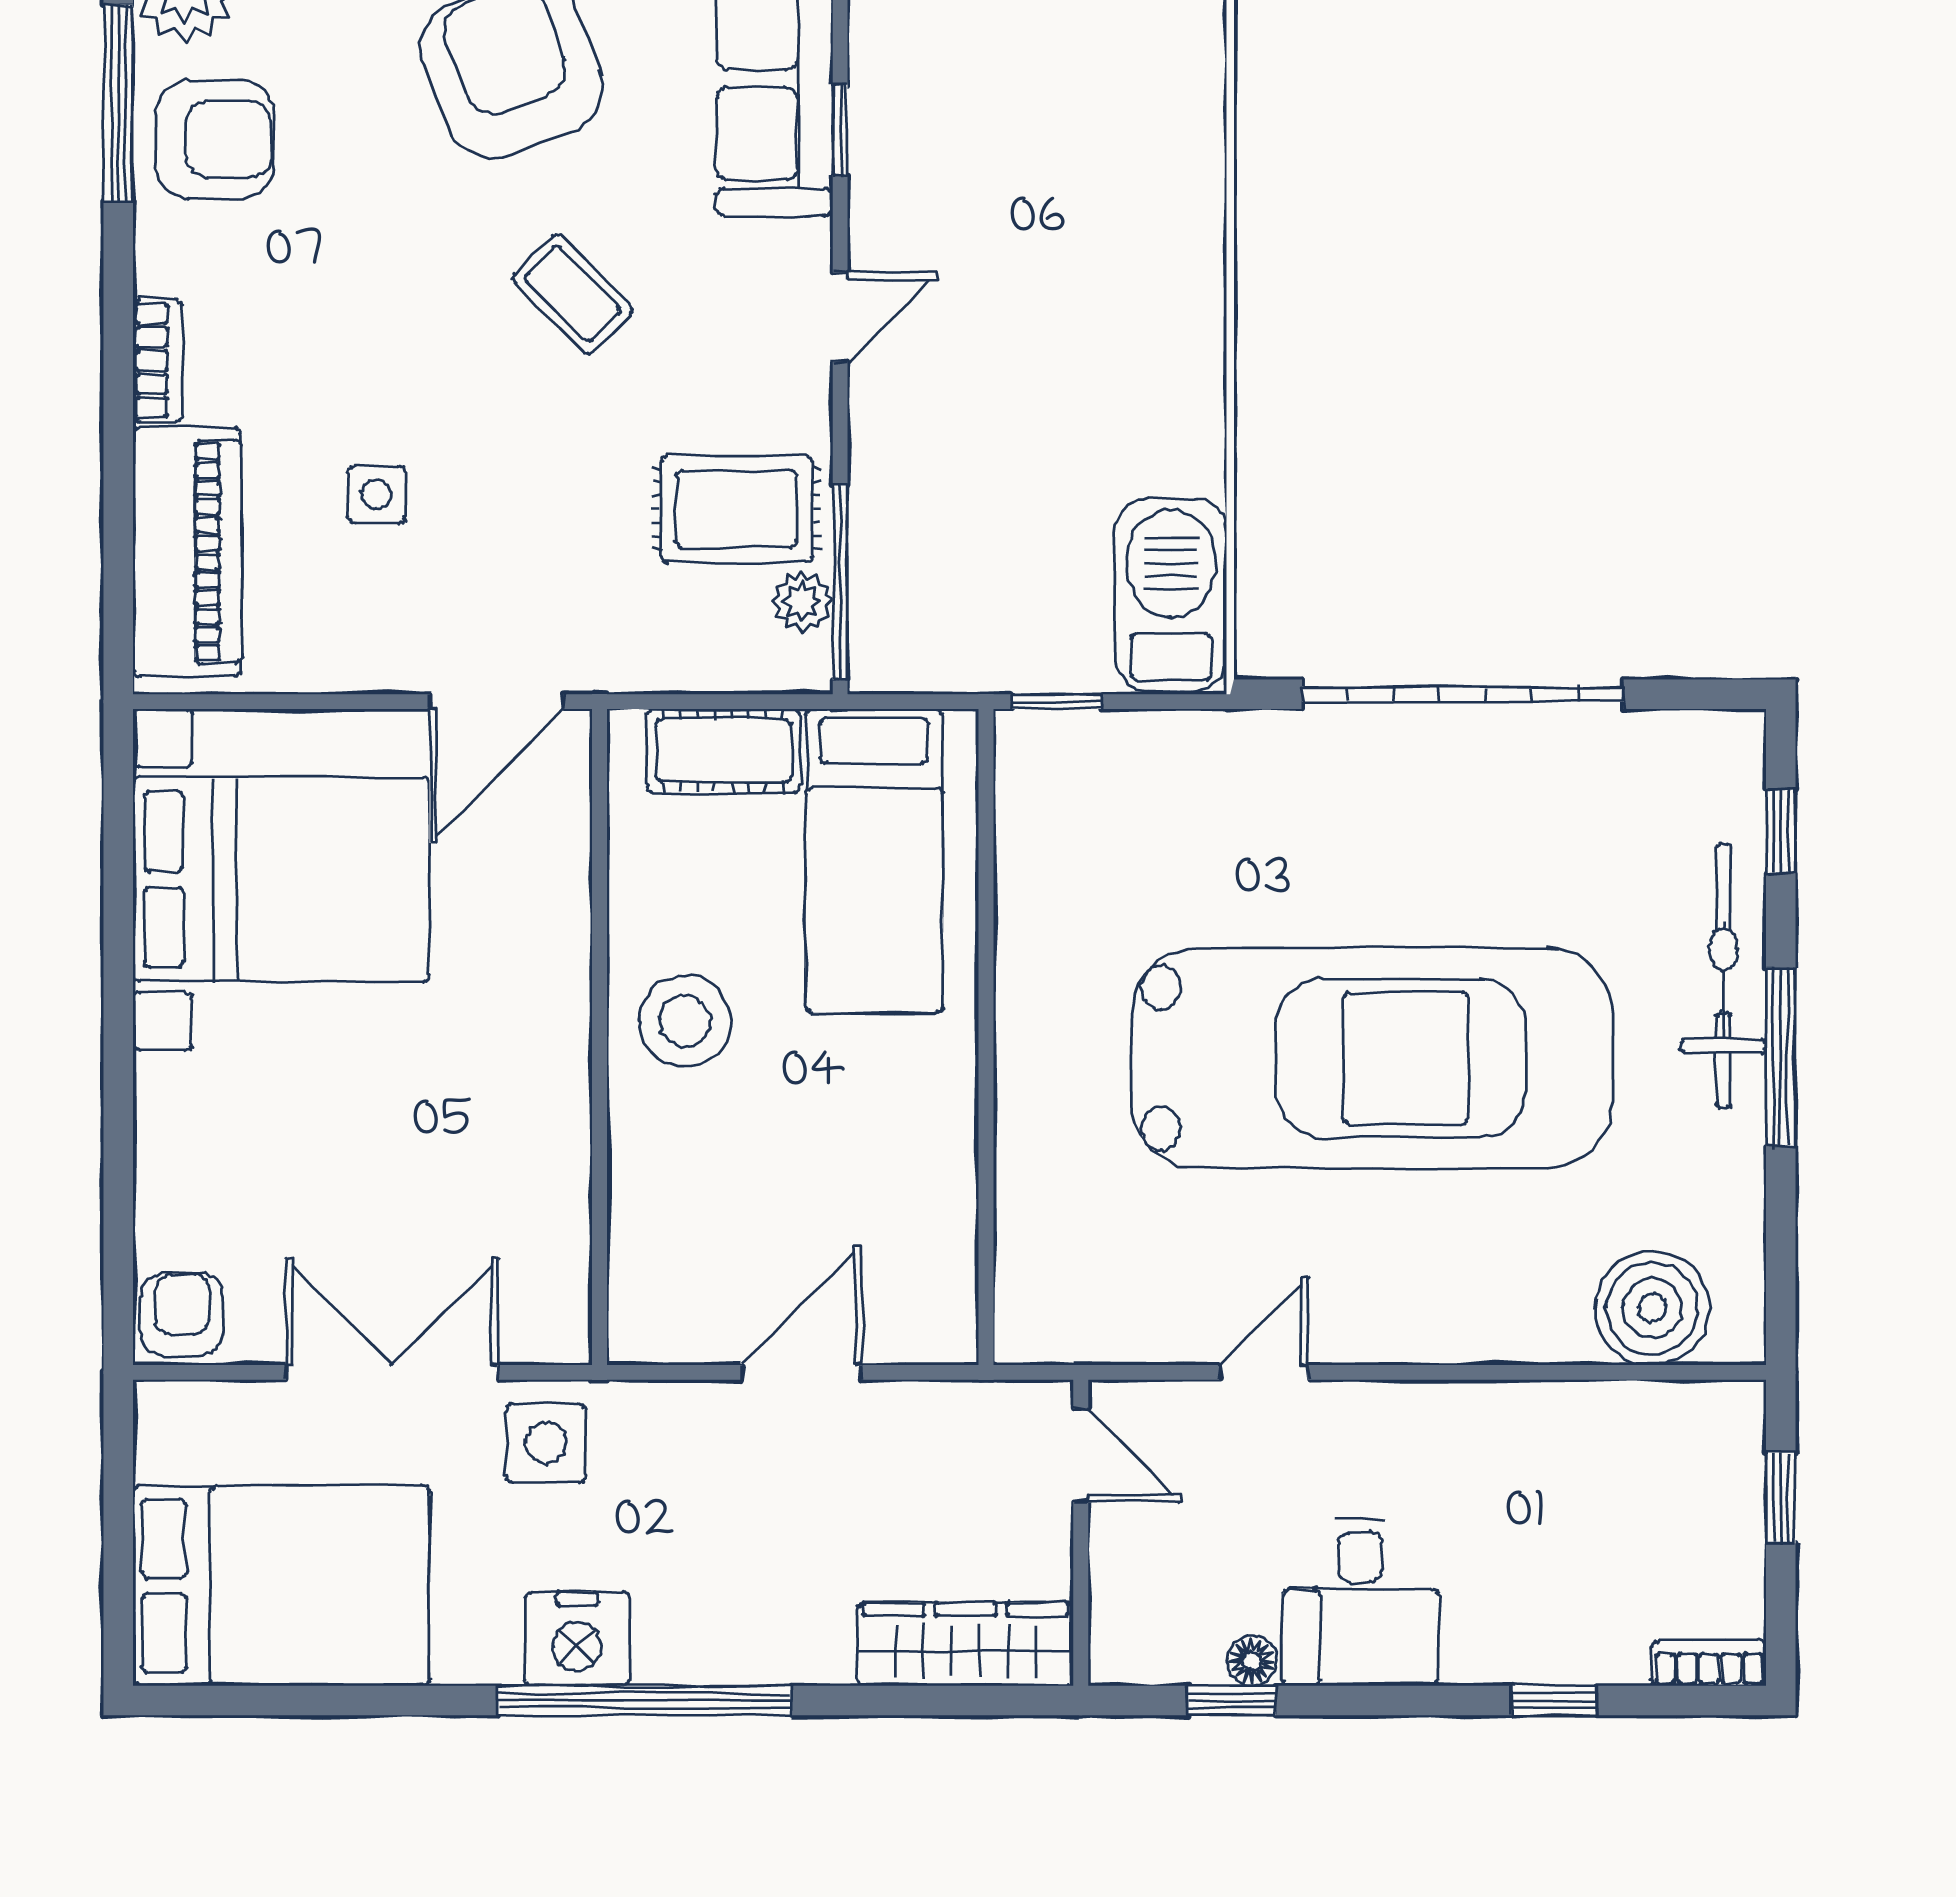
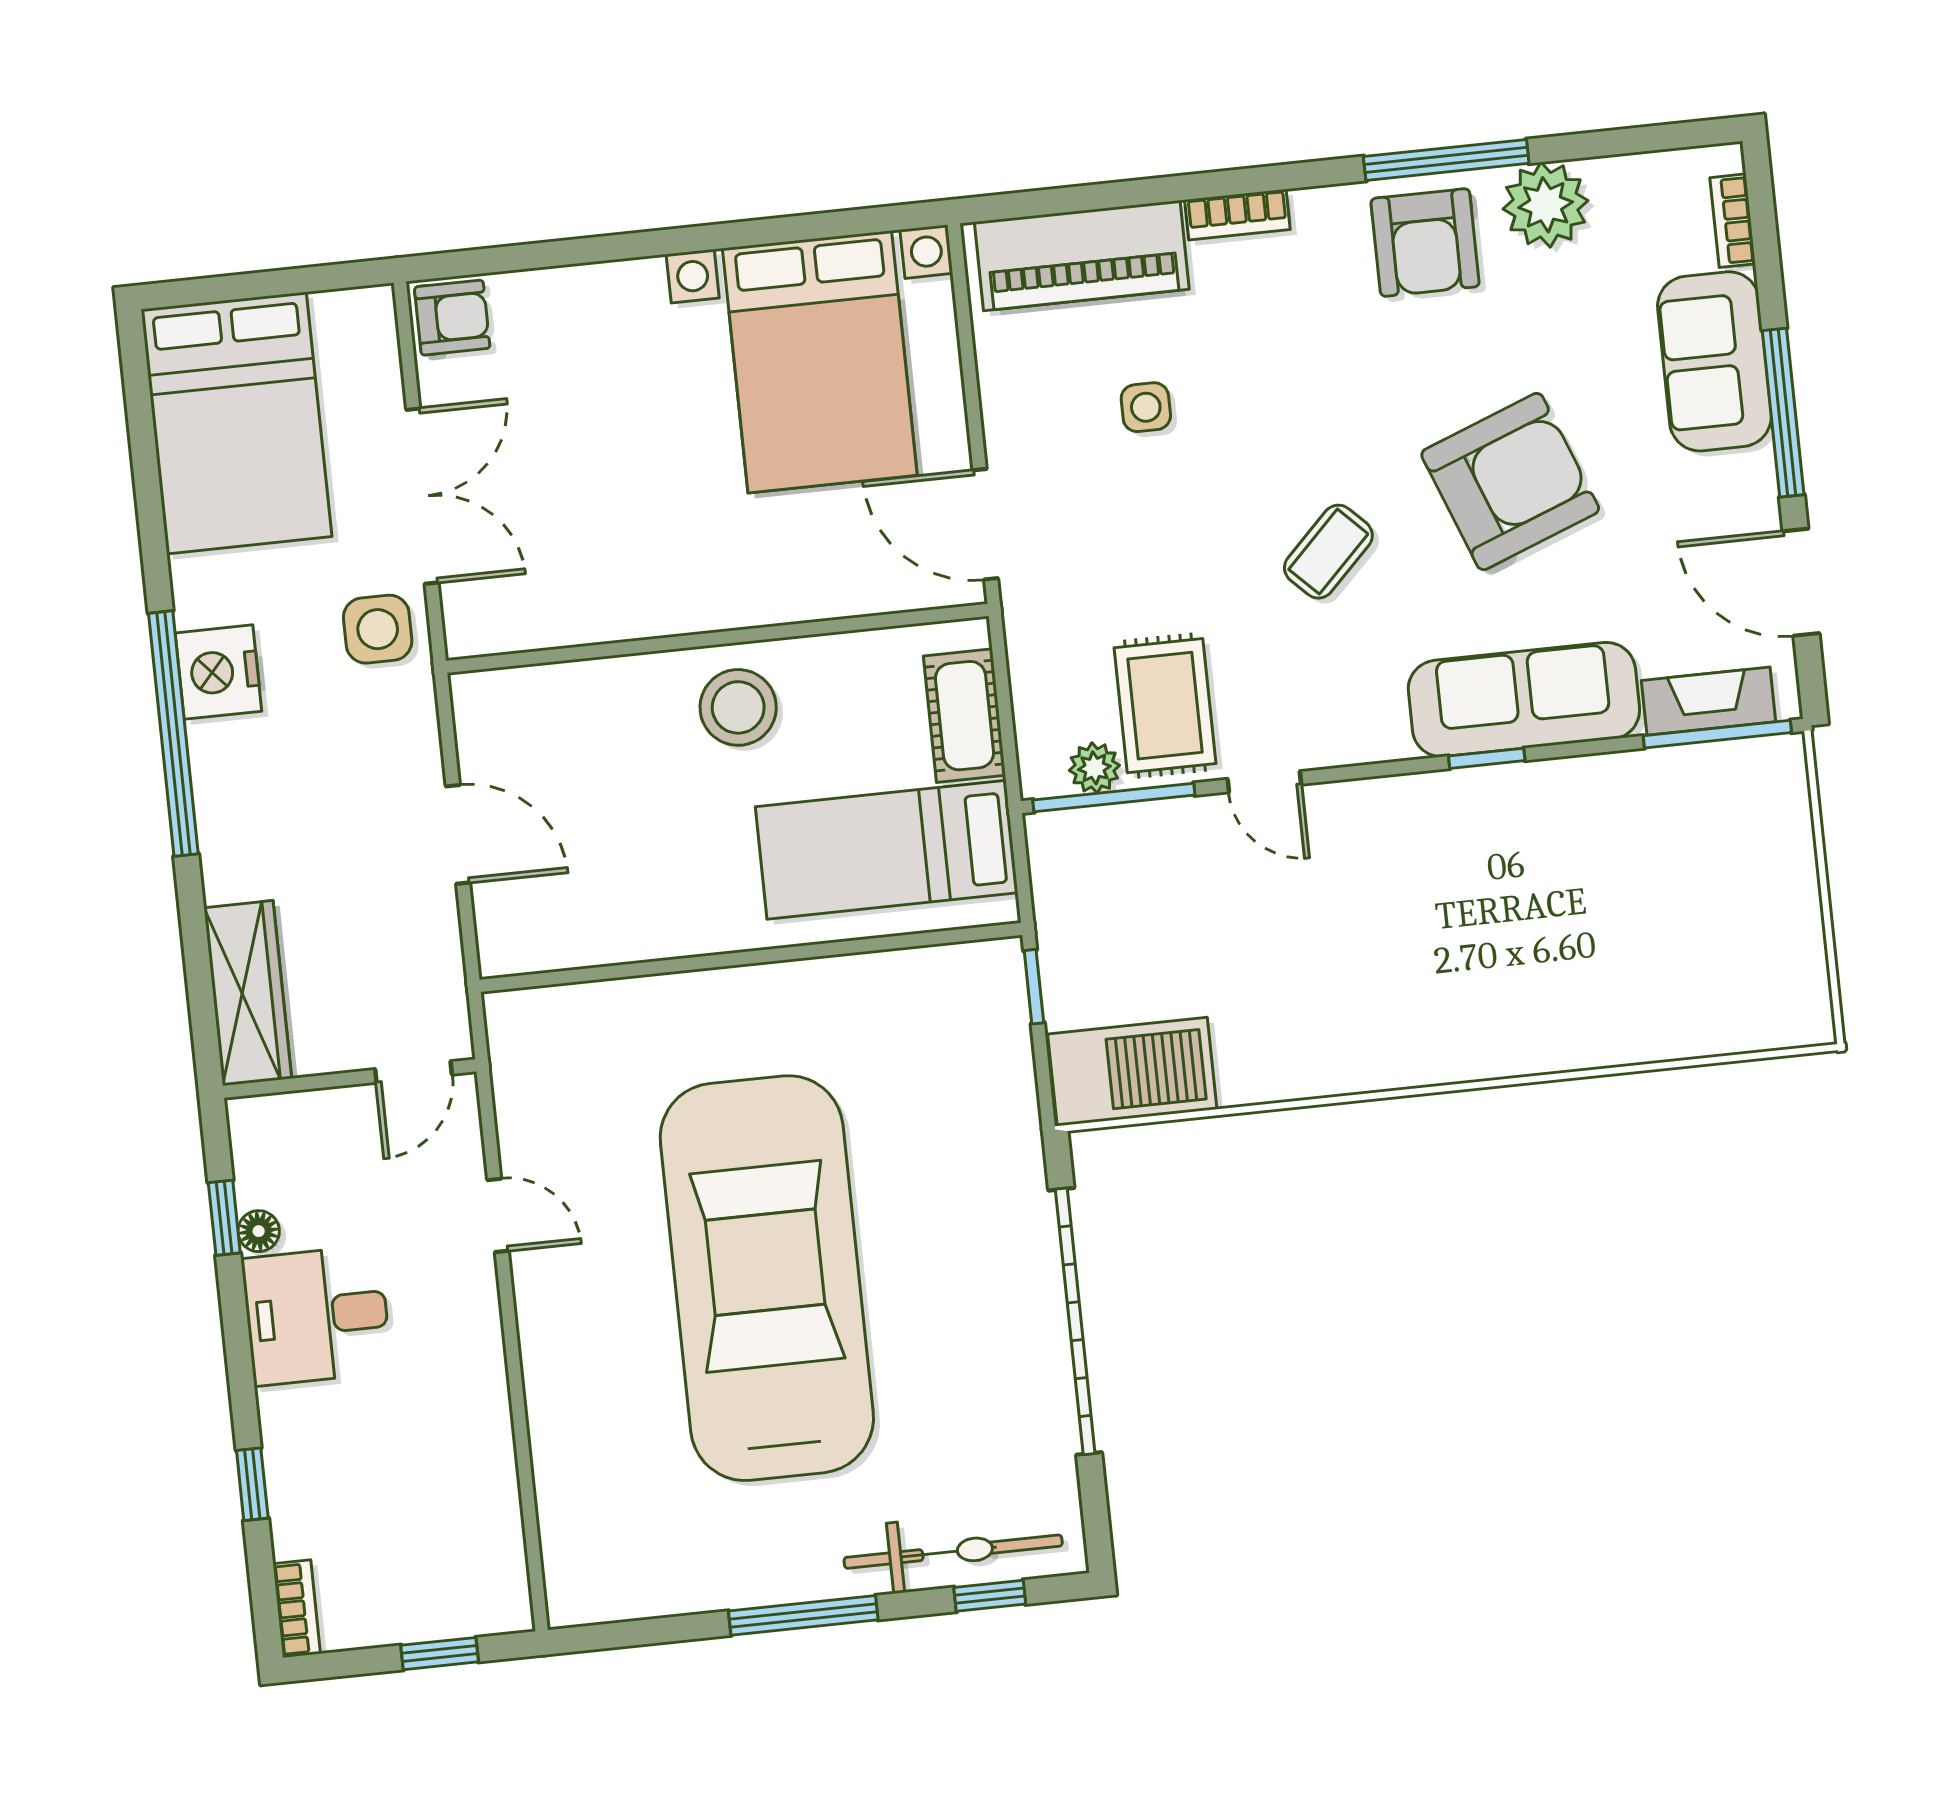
door: (840, 317) -> (1264, 782), moved
bicycle: (1723, 976) -> (953, 1552), moved
car: (1372, 1058) -> (767, 1278), turned 180
boiler: (1652, 1308) -> (585, 1531), removed

